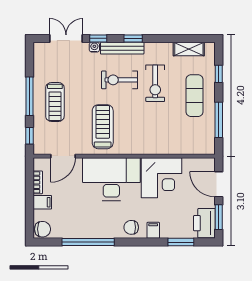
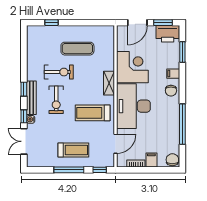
shelving: (189, 49) -> (109, 83), moved
exercise mat: (195, 96) -> (77, 49), moved
window: (219, 120) -> (87, 23), removed
door: (63, 156) -> (116, 144), hinge flipped

